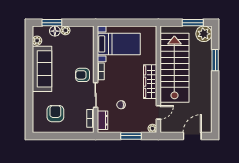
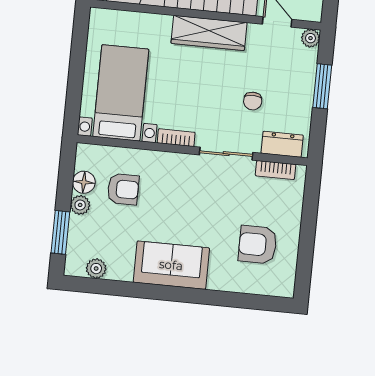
floor lamp: (55, 31) -> (84, 182), moved
sofa: (42, 69) -> (171, 265), width x0.73
armchair: (83, 75) -> (123, 189), moved, turned -90

